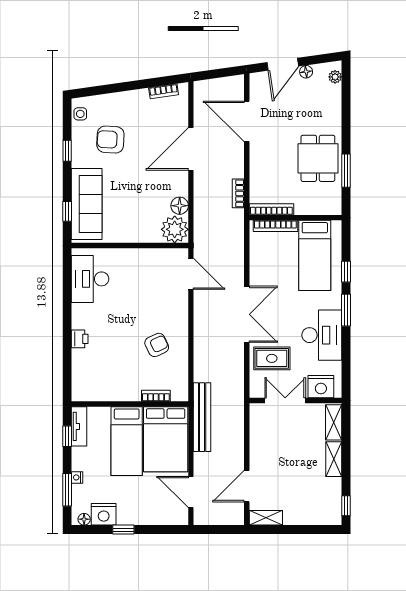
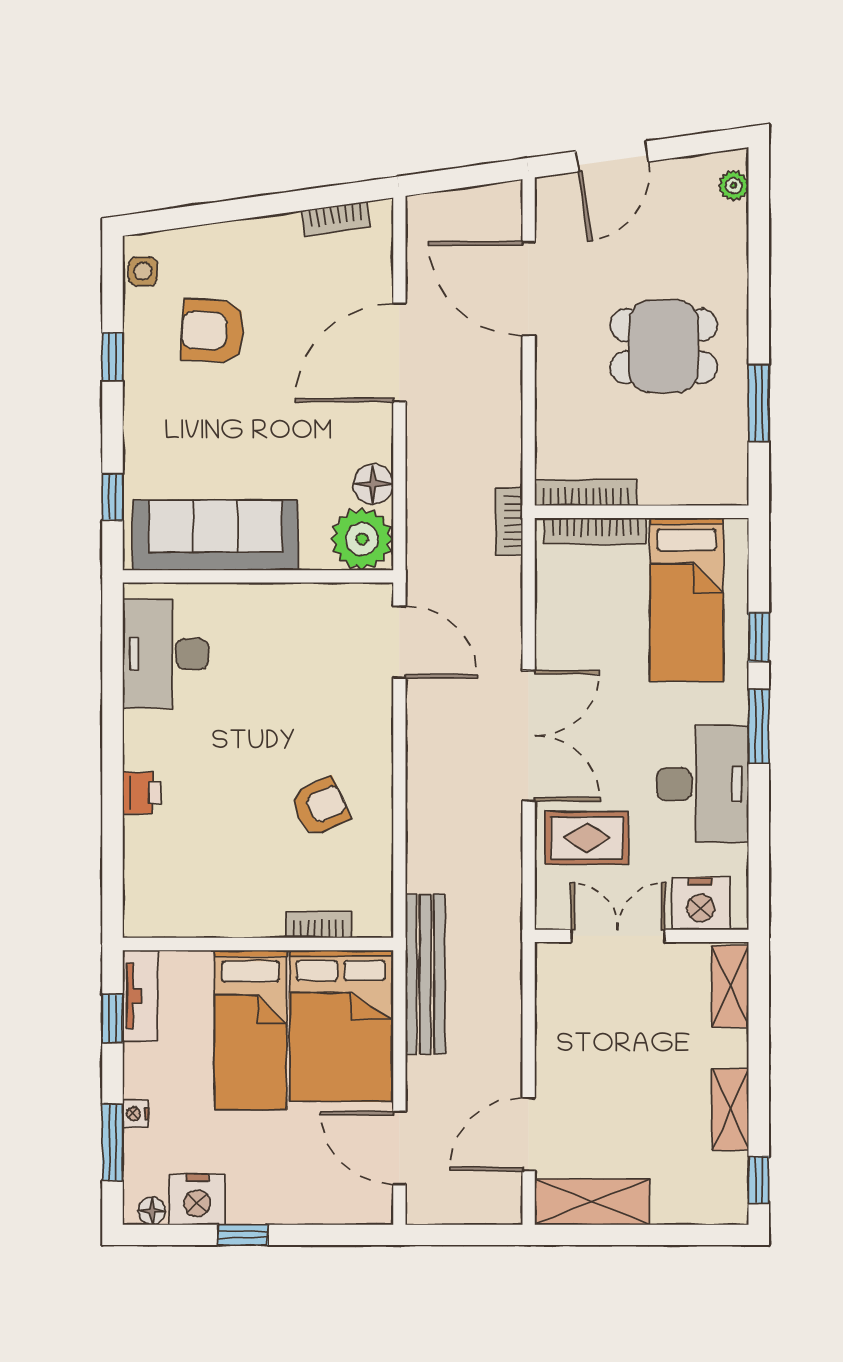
floor lamp: (306, 72) -> (666, 174), removed
dining table: (318, 158) -> (664, 346), moved, turned 90
bookcase: (238, 193) -> (509, 522), moved
sofa: (87, 204) -> (215, 535), moved, turned -90
shelving: (334, 459) -> (730, 1109), moved
shelving: (266, 518) -> (592, 1202), width x1.50, depth x1.33

